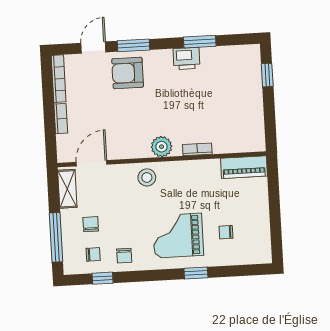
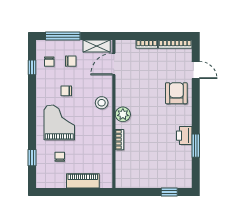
window: (134, 45) -> (196, 99), removed
door: (91, 163) -> (114, 64), swing flipped
piano: (244, 167) -> (83, 181), moved, turned 90
chair: (124, 256) -> (66, 91), moved
window: (196, 273) -> (32, 158), moved

